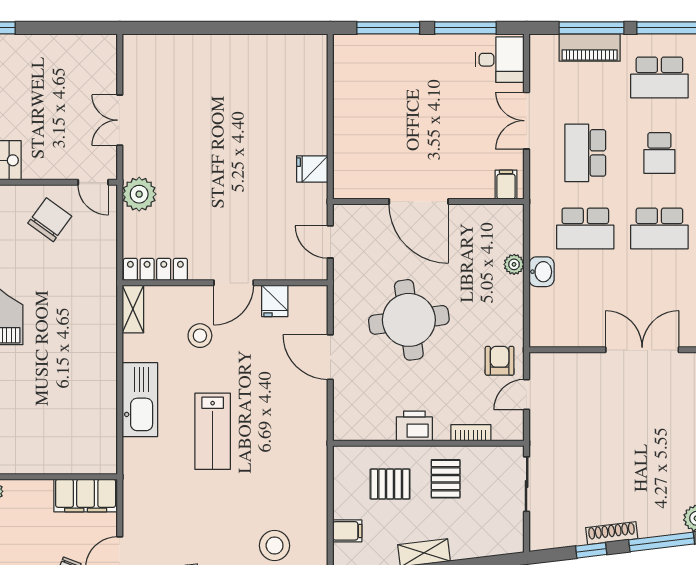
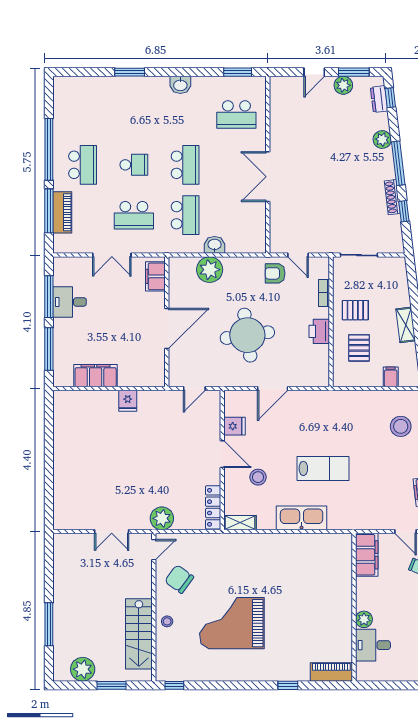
desk: (500, 60) -> (70, 302), moved, turned -90
filing cabinet: (349, 97) -> (96, 376), added
fridge: (312, 169) -> (128, 401), moved
filing cabinet: (506, 185) -> (155, 276), width x2.00
plant: (514, 264) -> (210, 270), width x1.88, depth x1.88

